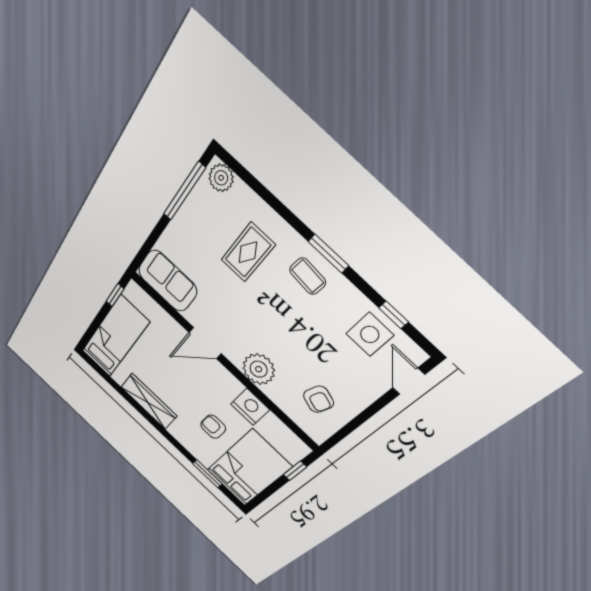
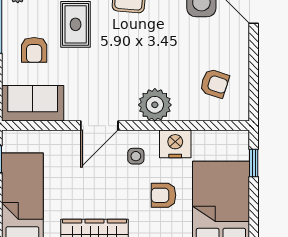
armchair: (198, 241) -> (34, 50), added
side table: (215, 387) -> (136, 156), added

